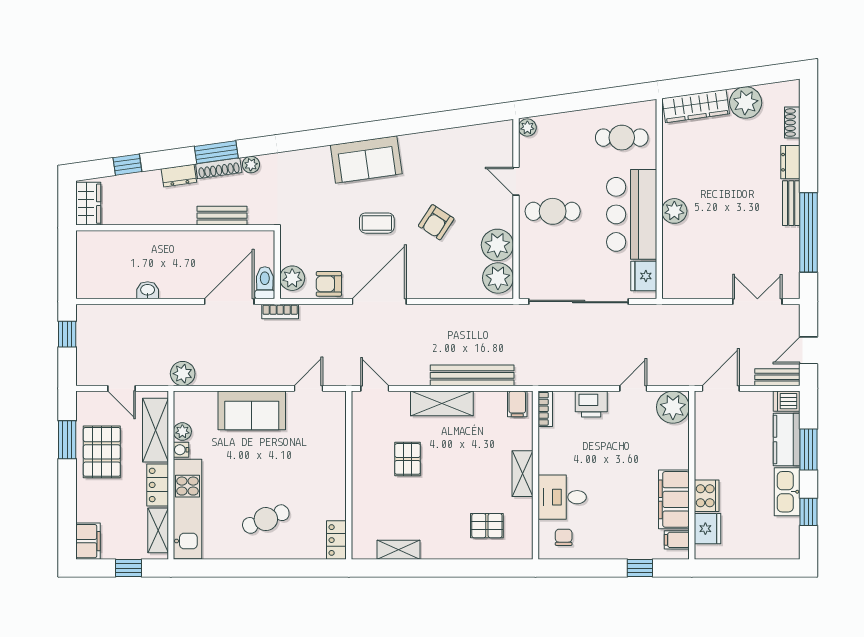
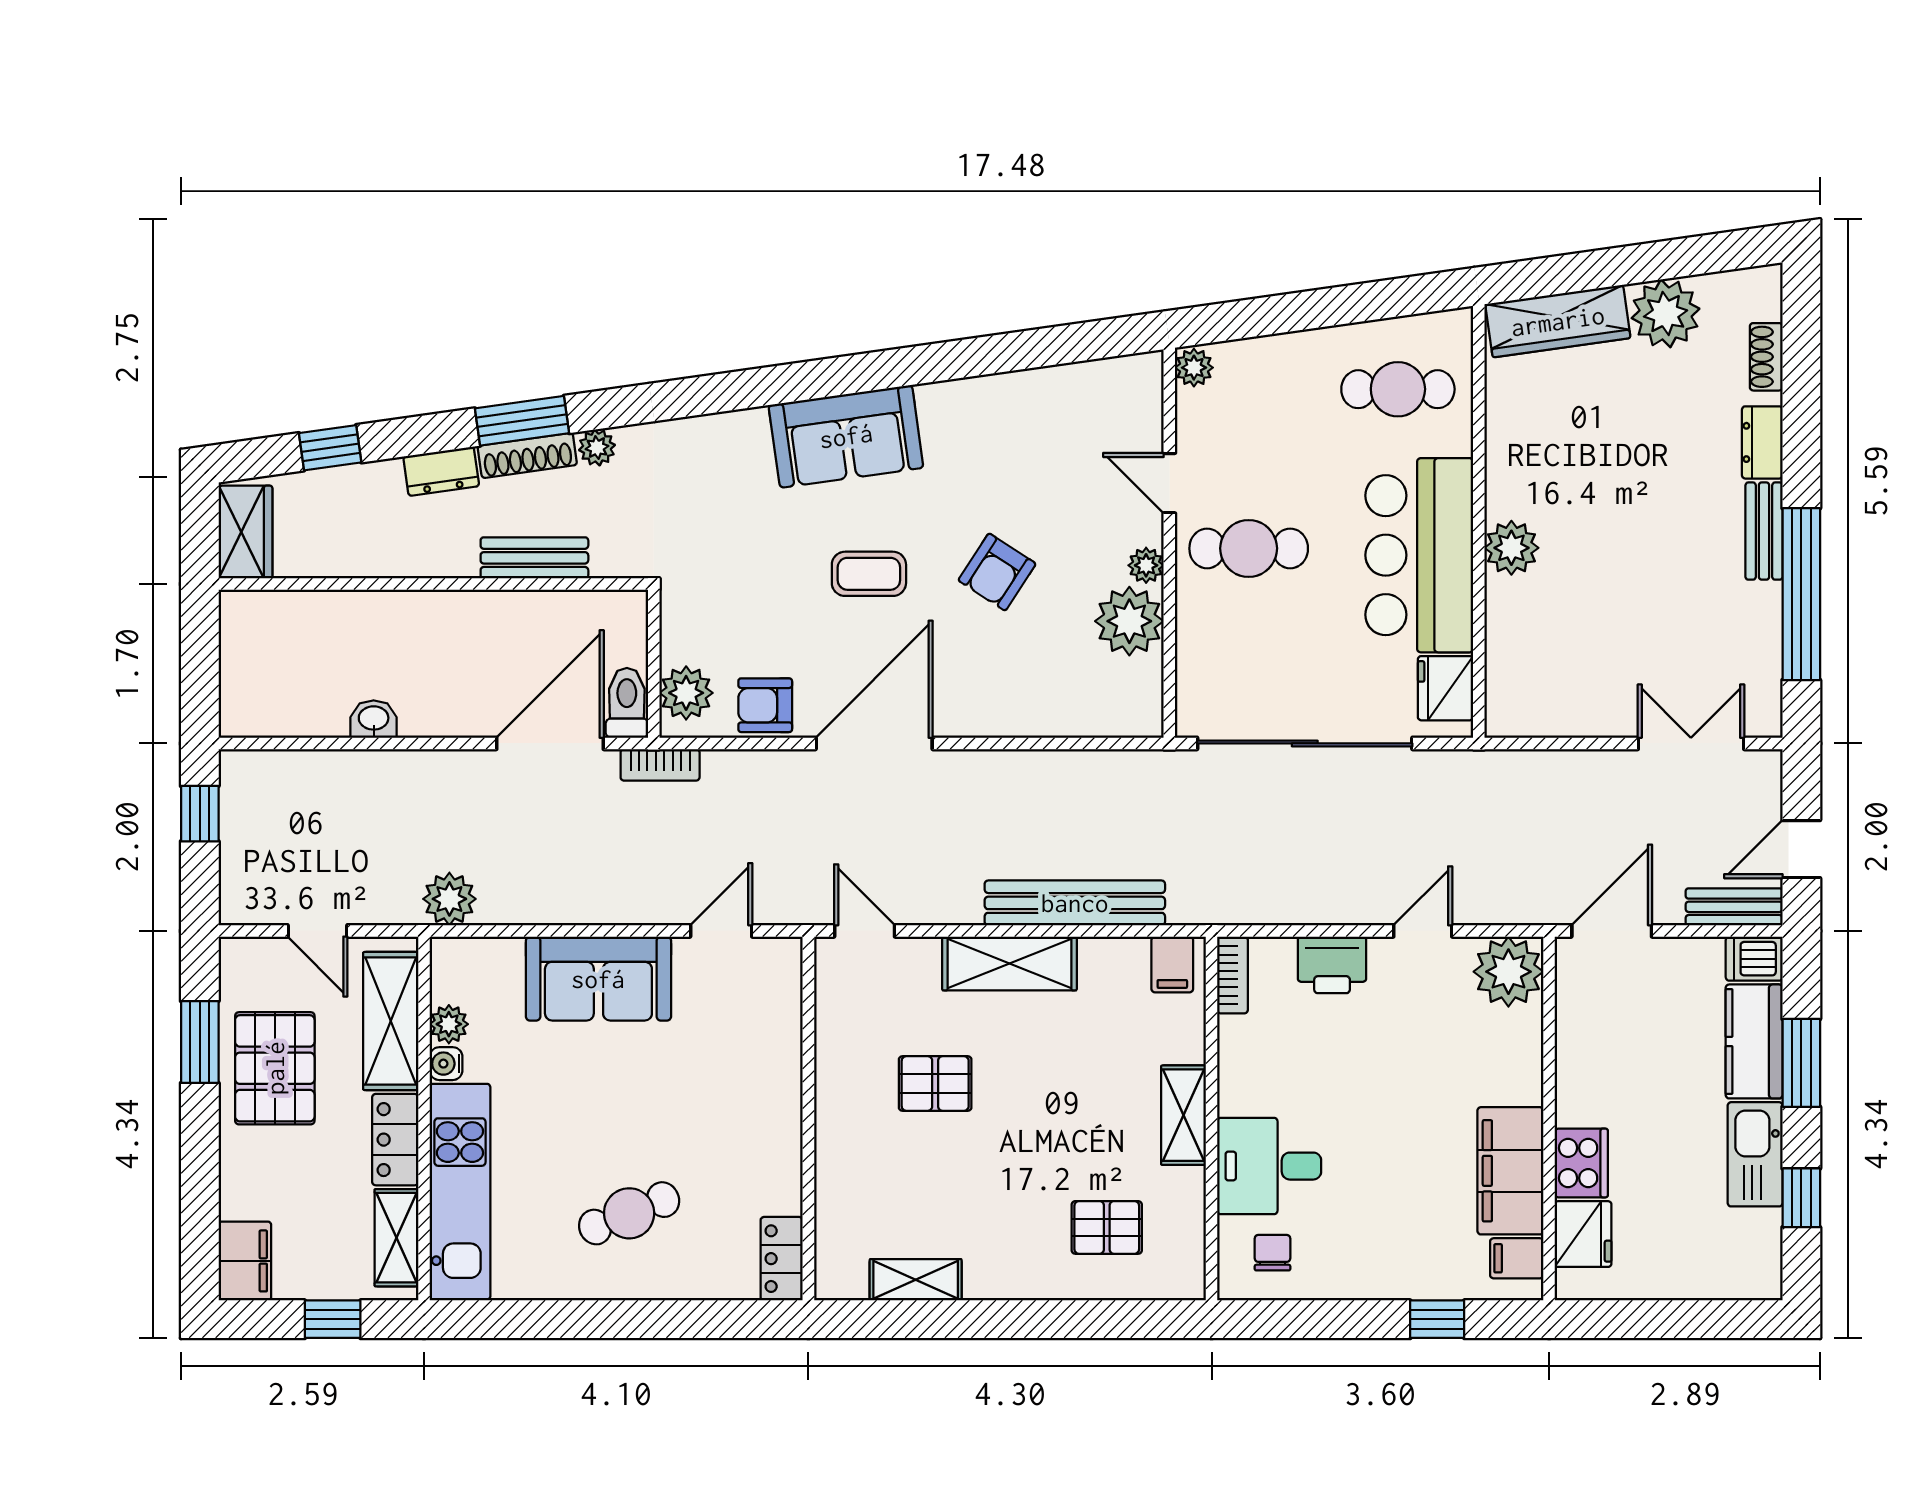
plant: (498, 278) -> (1146, 565), moved, width x0.53, depth x0.53
pallet: (408, 459) -> (935, 1084), turned 90

